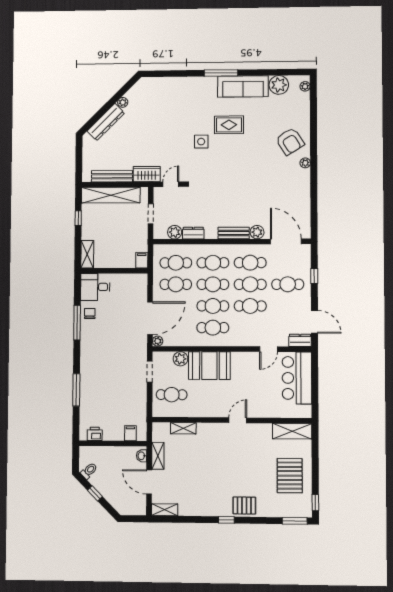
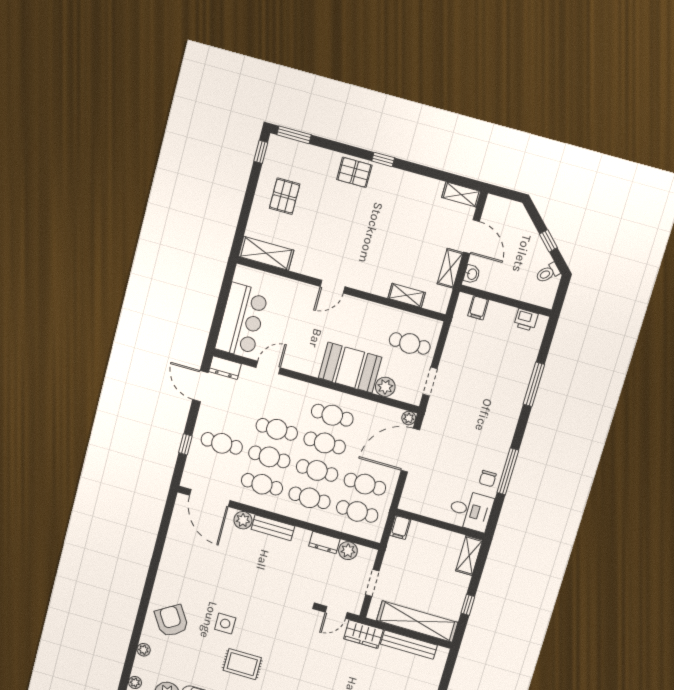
side table: (201, 142) -> (225, 624), moved
plant: (305, 163) -> (144, 650), moved
pallet: (290, 476) -> (285, 196), width x0.67, depth x0.71

